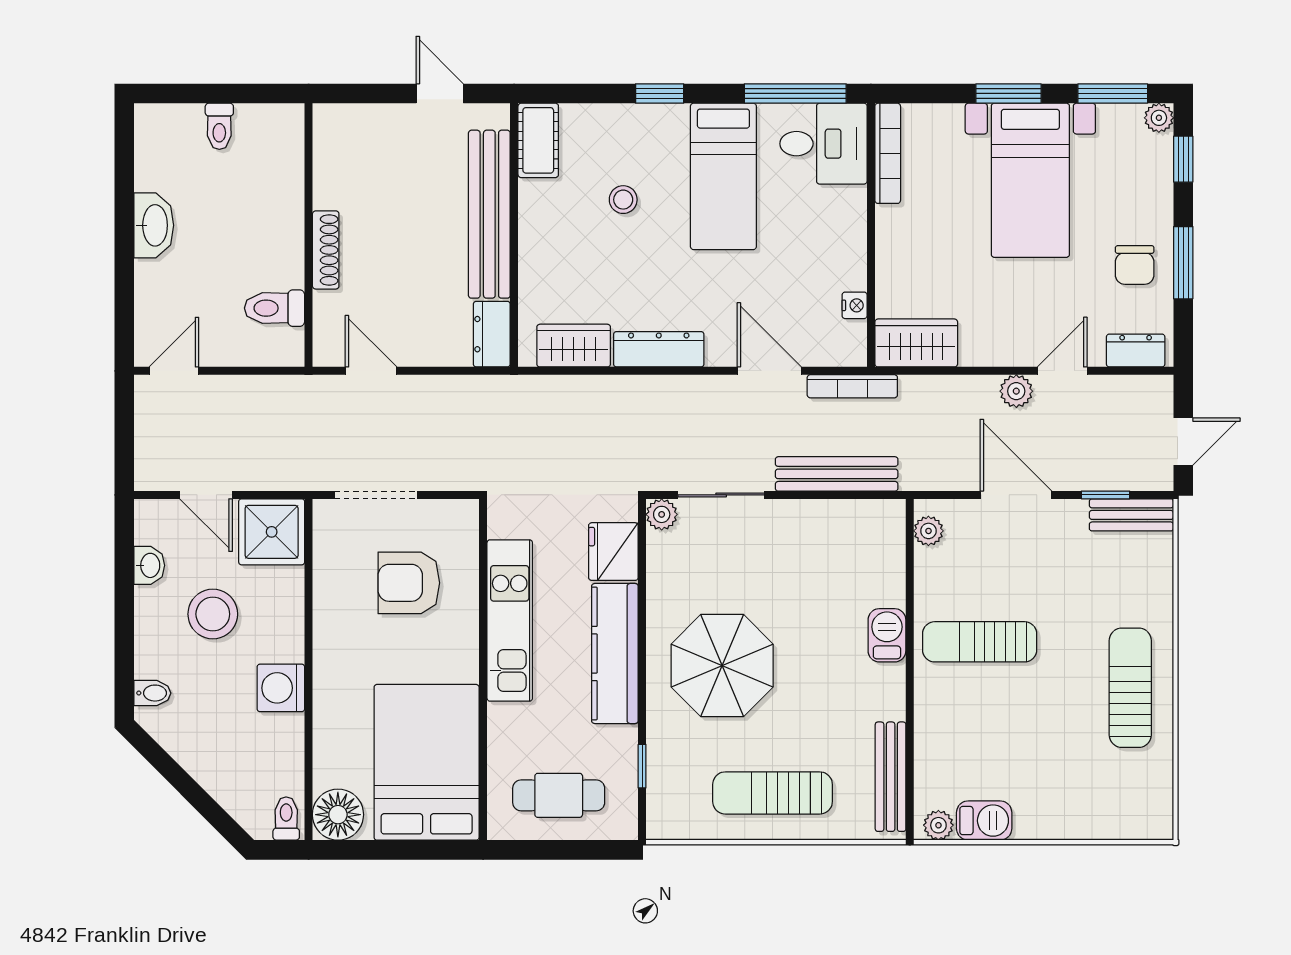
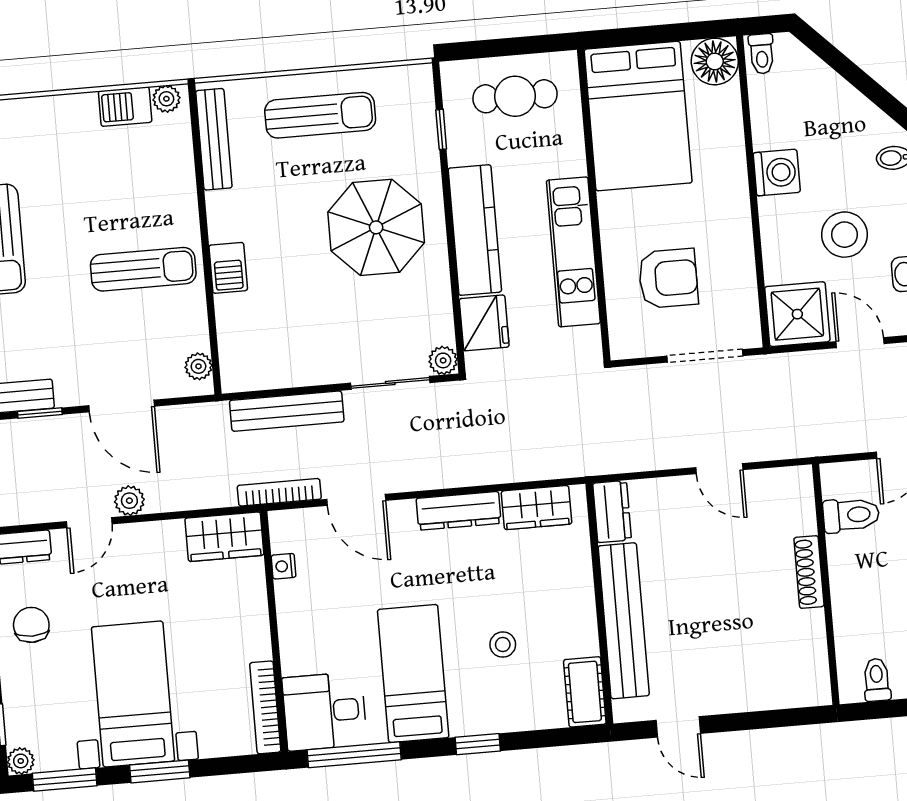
wall: (309, 235) -> (826, 584), moved
shoe rack: (326, 250) -> (809, 572), moved
toilet: (275, 308) -> (851, 515), moved

